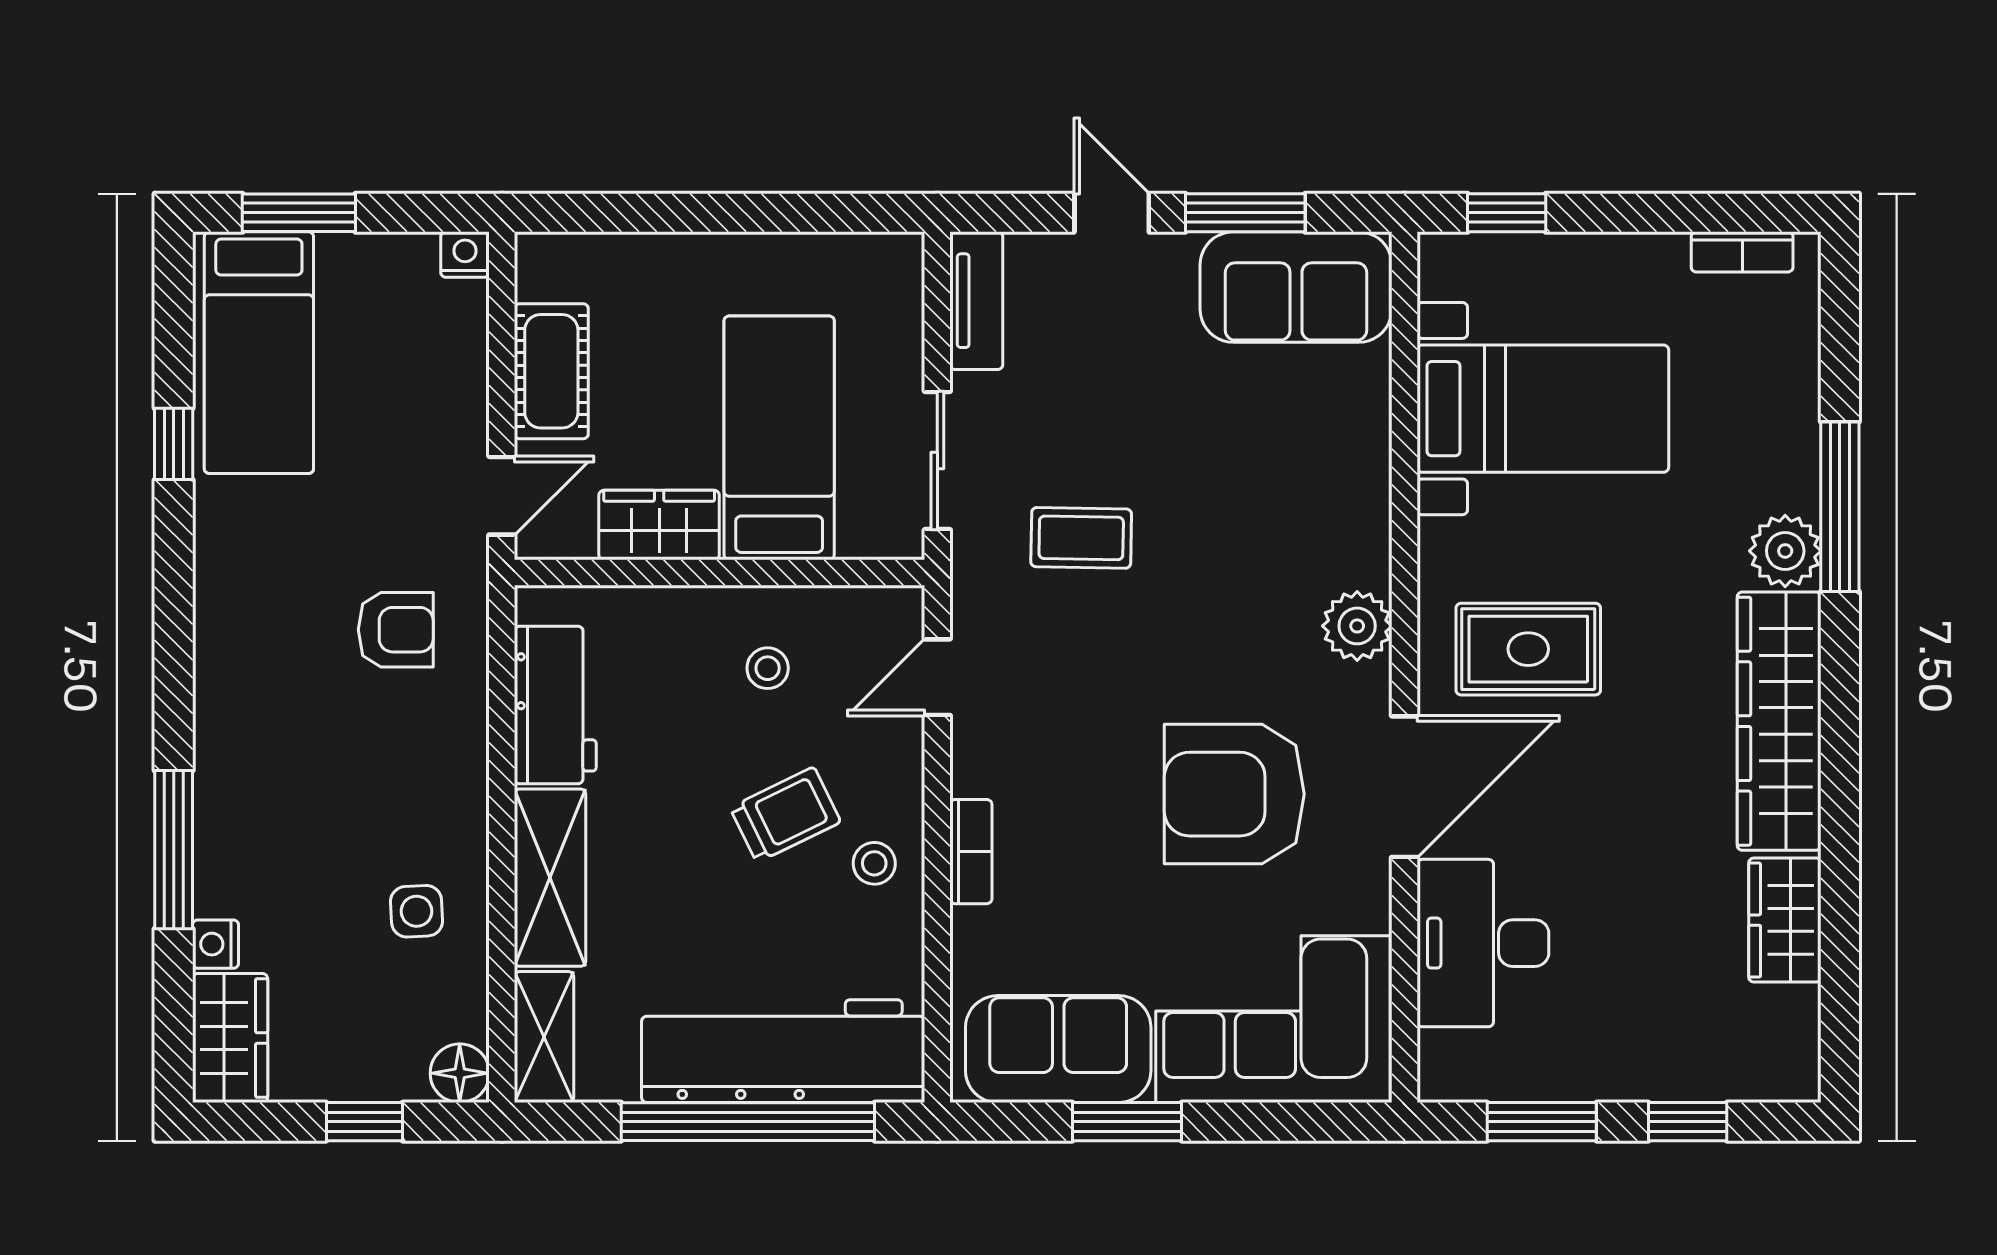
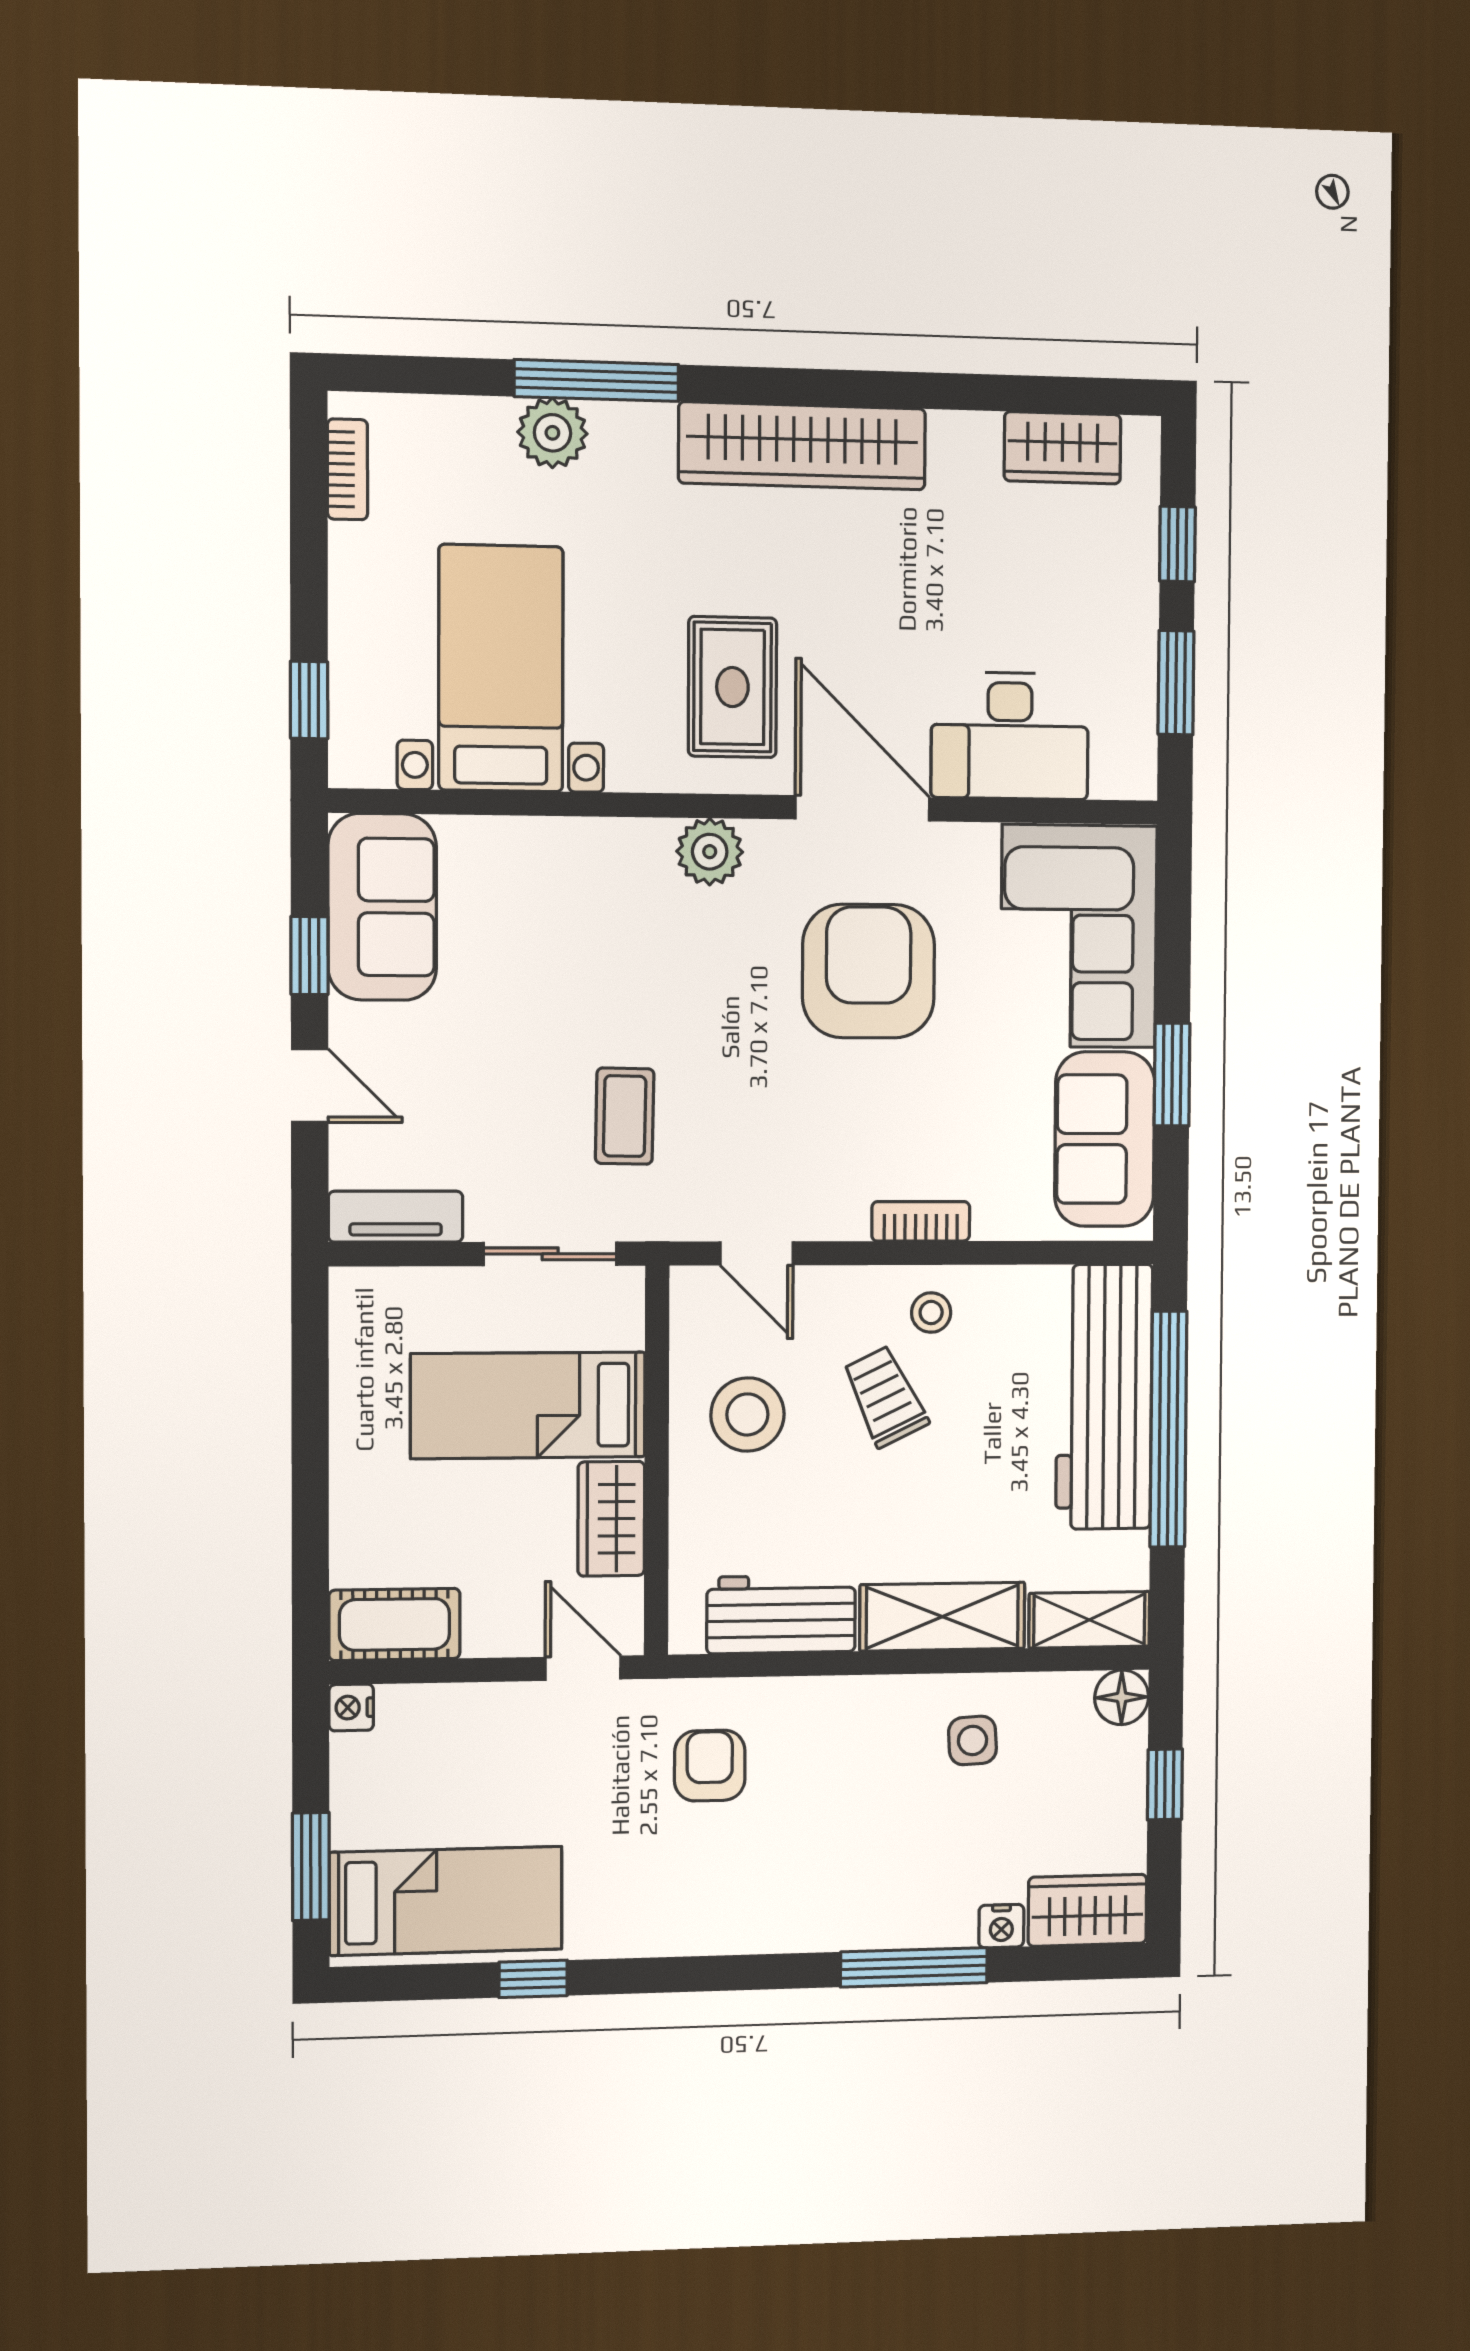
door: (1112, 213) -> (310, 1086), swing flipped
window: (1245, 213) -> (309, 956), width x0.67
cot: (551, 371) -> (395, 1624), moved
plant: (1785, 551) -> (552, 433), moved
stool: (768, 668) -> (747, 1414), width x1.89, depth x1.89
armchair: (1234, 794) -> (868, 971), turned 180
wardrobe: (1785, 920) -> (1063, 448), moved

